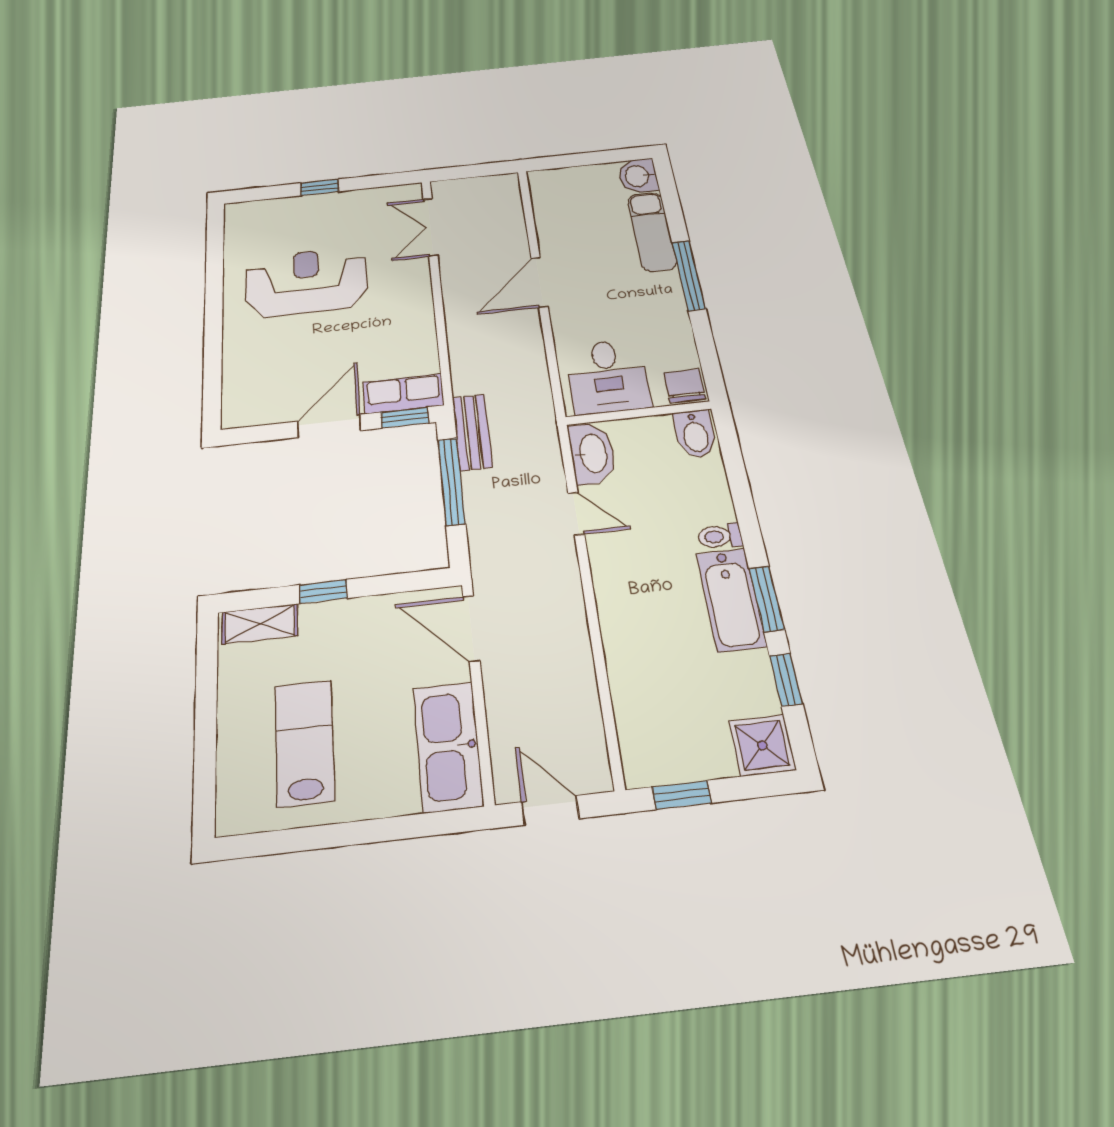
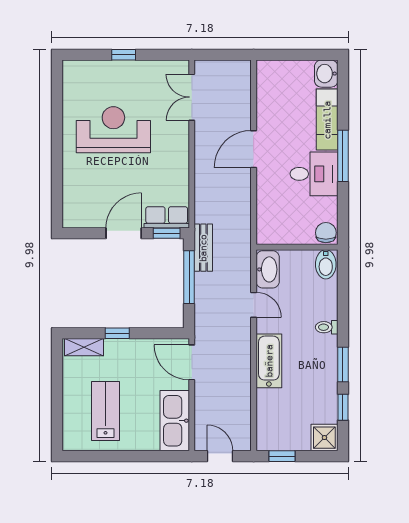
desk: (608, 376) -> (314, 174), moved, turned -90
bathtub: (731, 599) -> (269, 361), moved, turned 180

